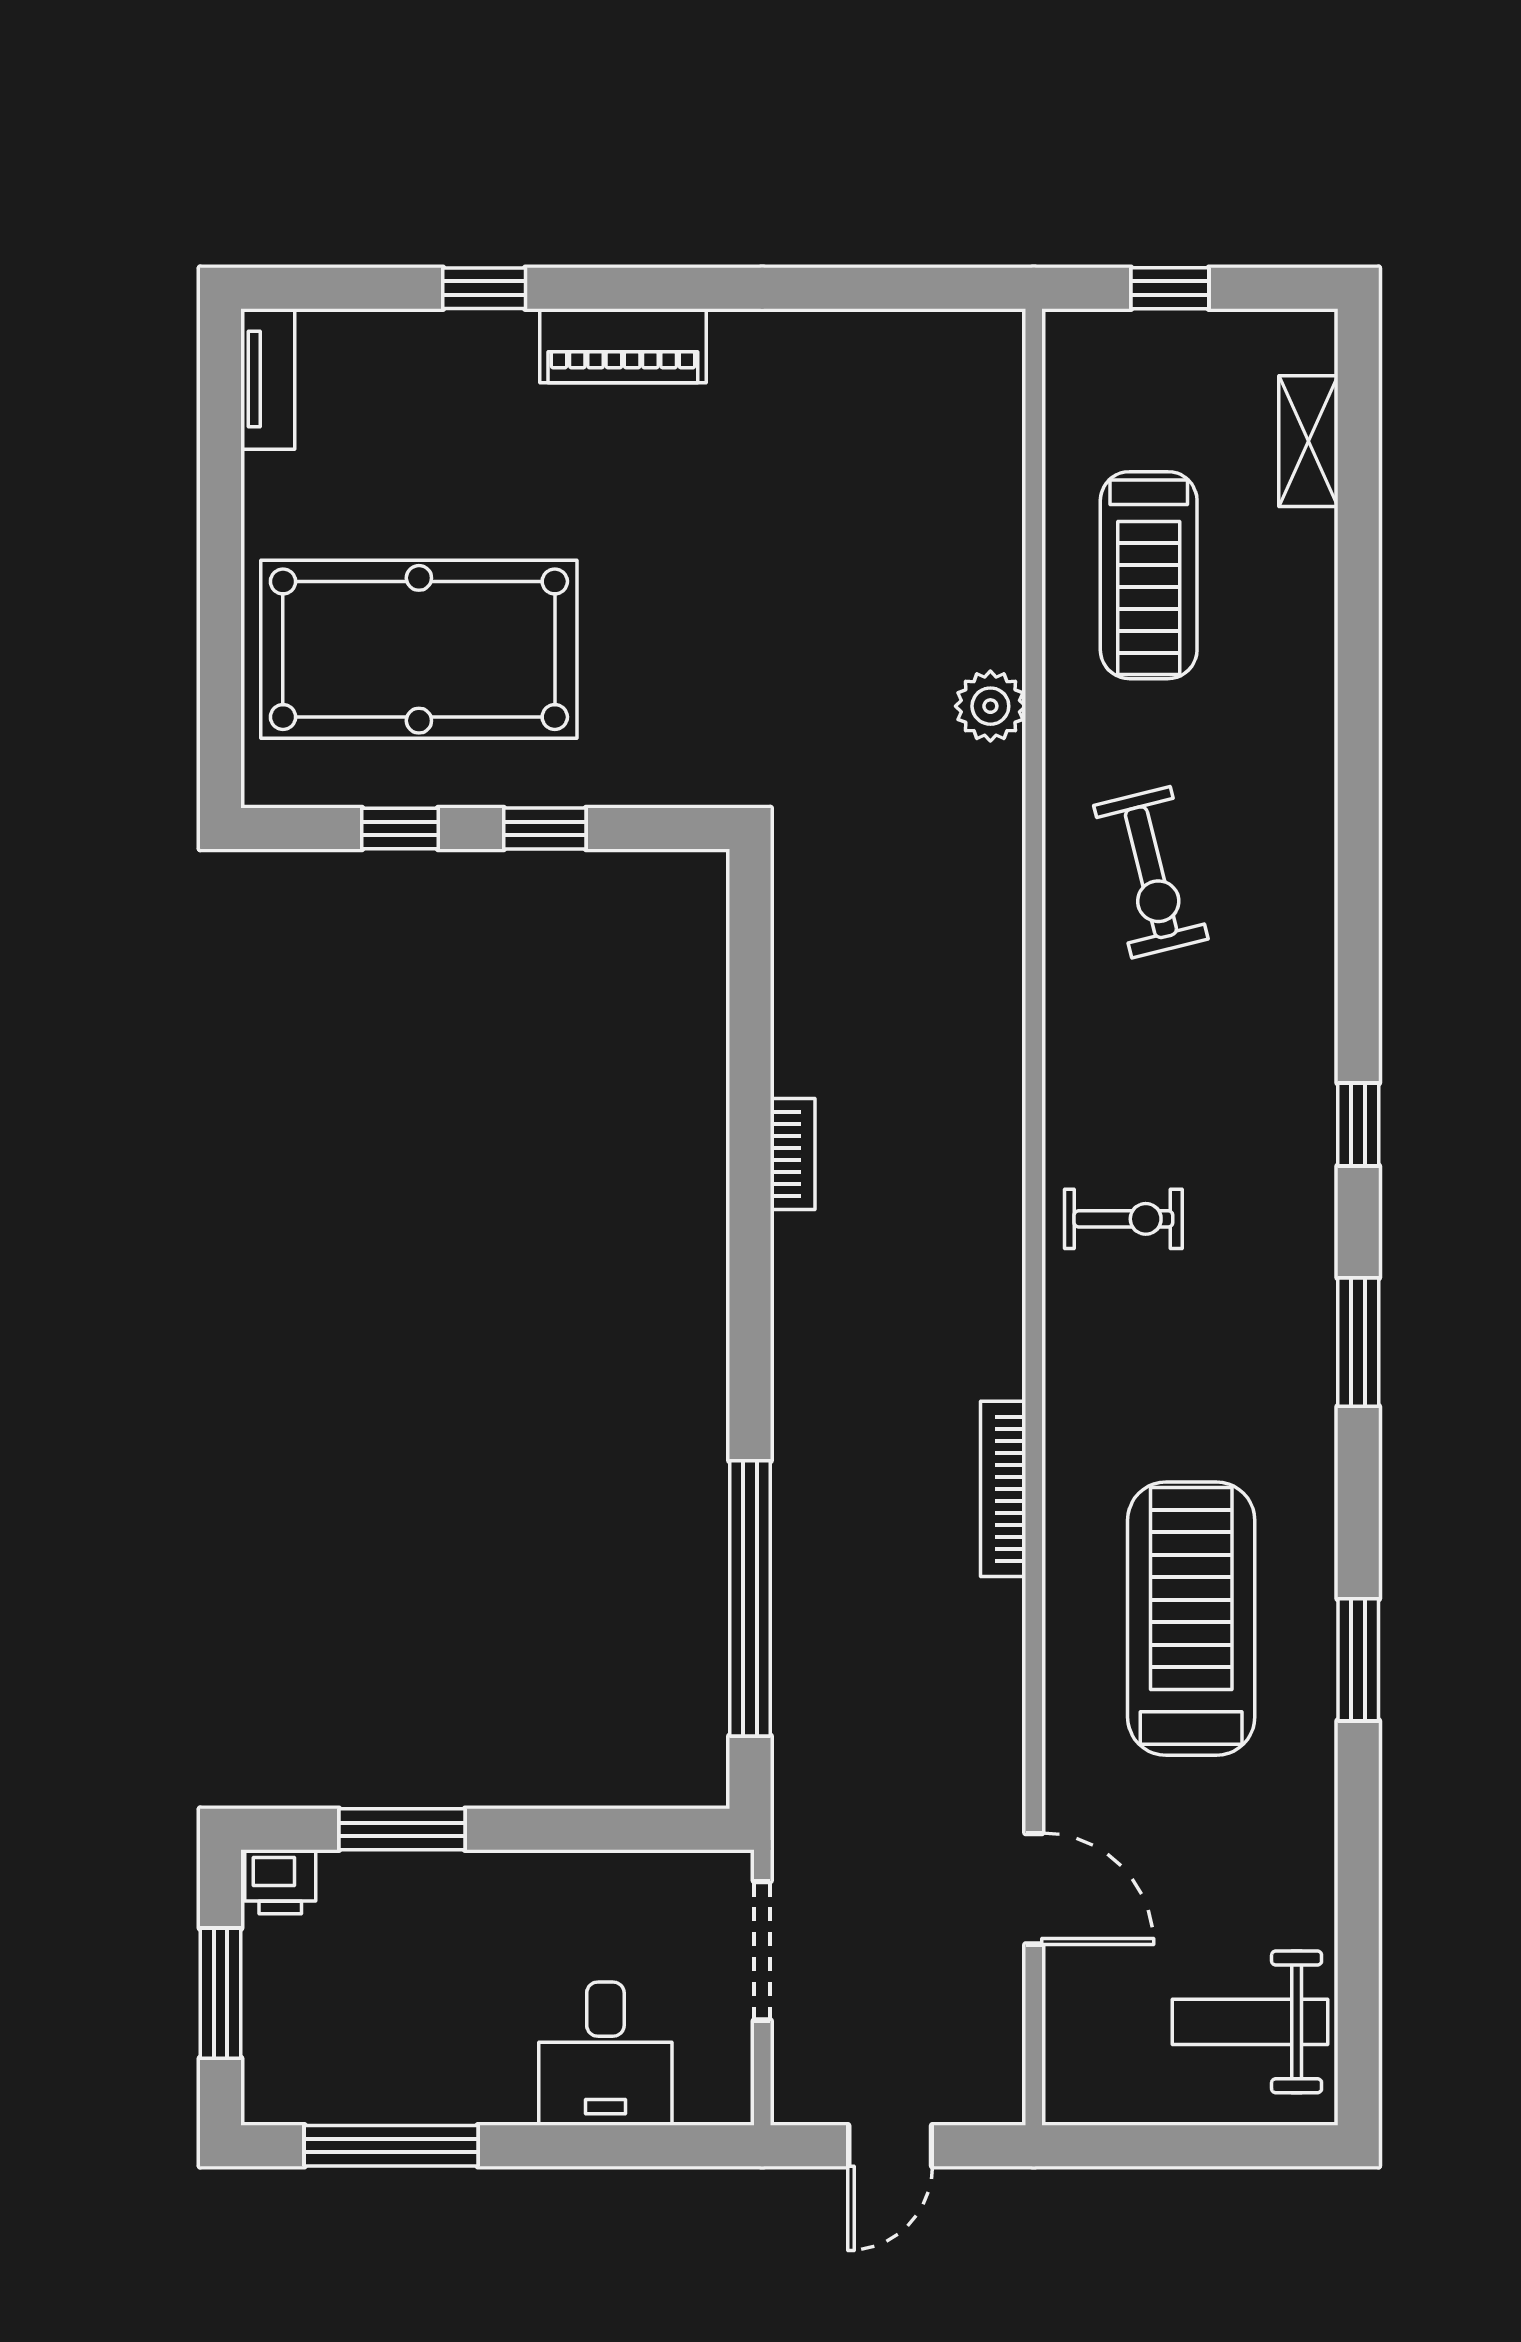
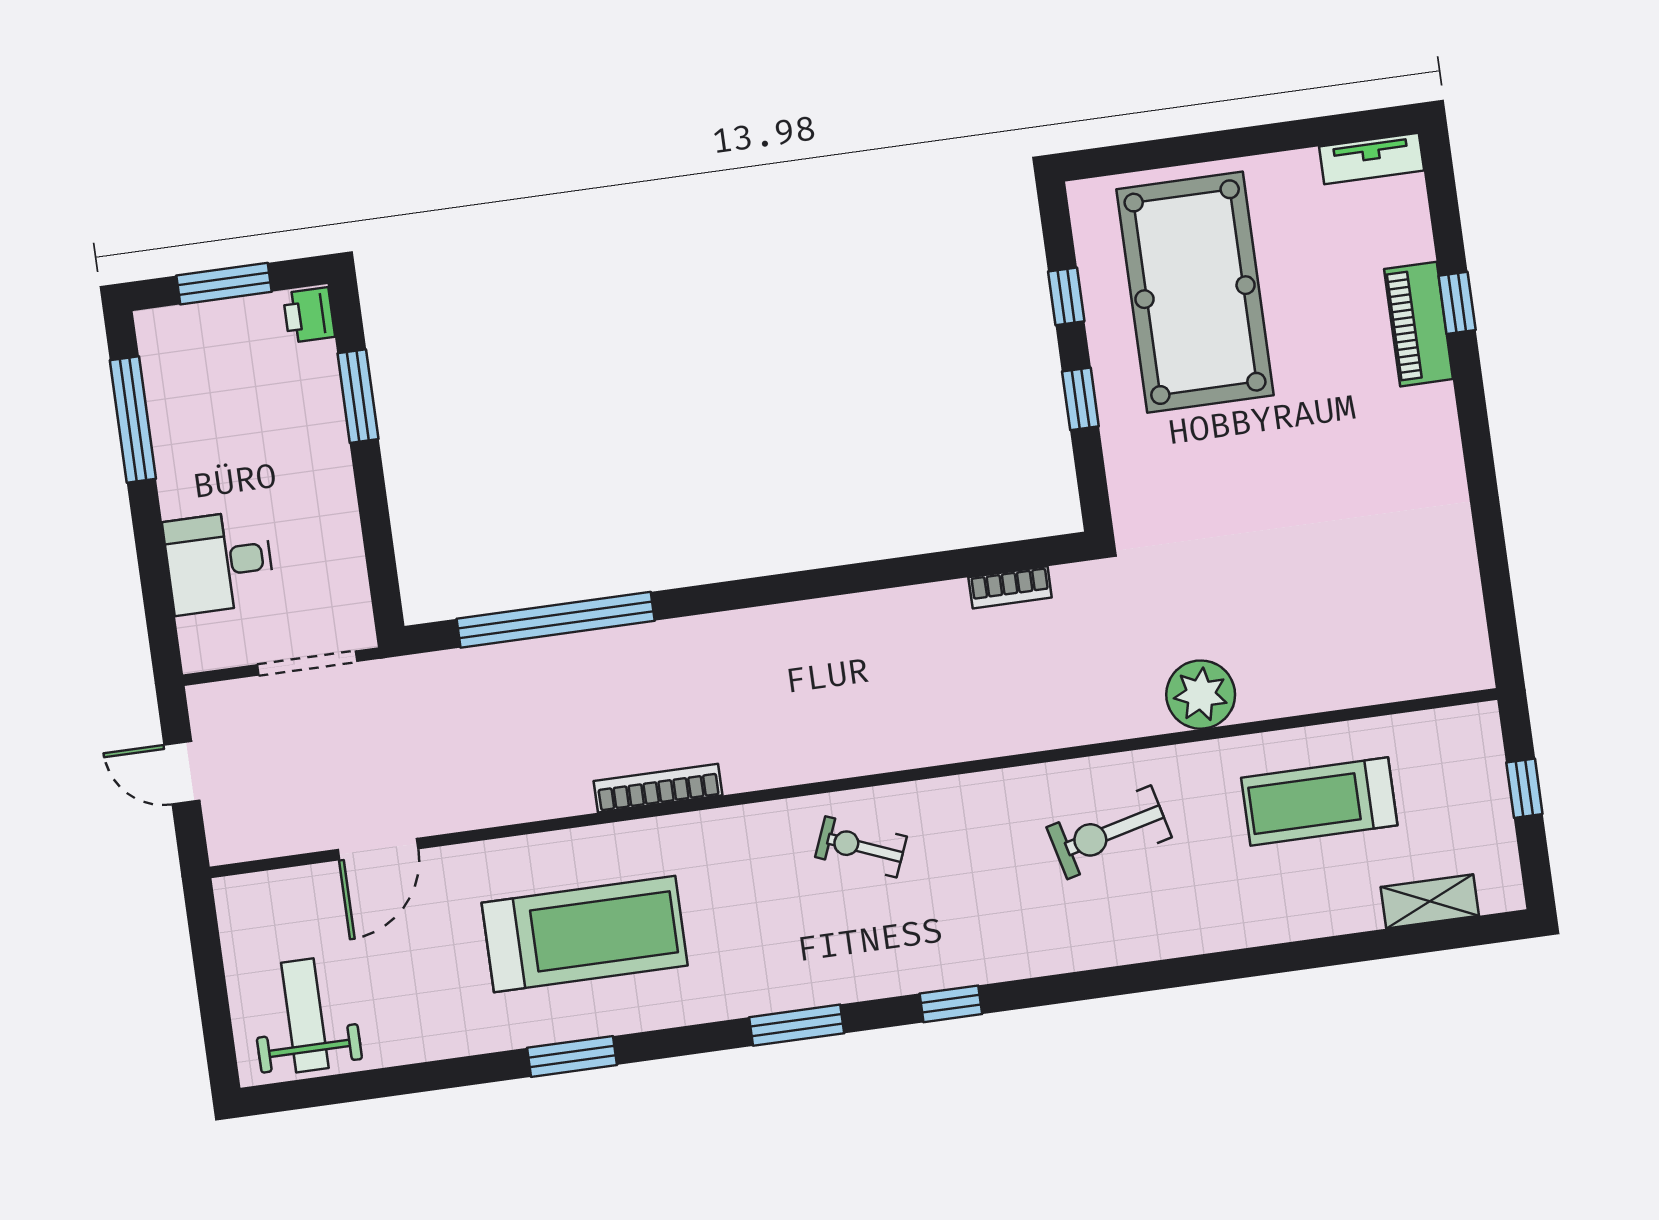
piano: (623, 346) -> (1418, 324), moved
plant: (990, 706) -> (1201, 695), width x1.36, depth x1.36
bookcase: (793, 1154) -> (1010, 587), moved
exercise bike: (1123, 1219) -> (861, 847), turned 112

